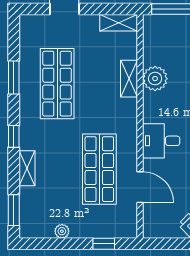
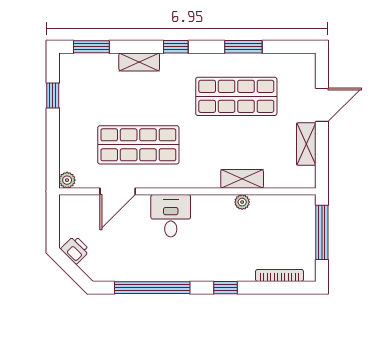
shelving: (119, 23) -> (306, 144), moved
plant: (155, 79) -> (242, 202), width x0.53, depth x0.53
plant: (62, 231) -> (67, 180), moved
window: (104, 244) -> (53, 95), moved

